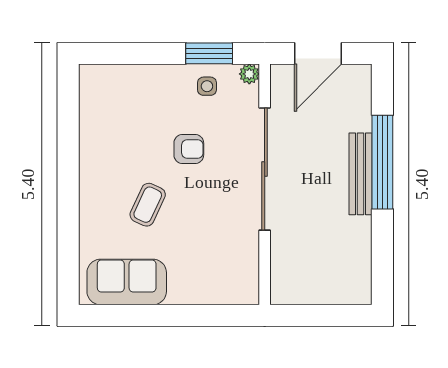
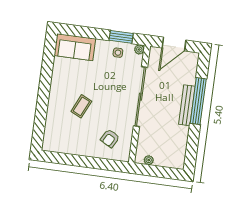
armchair: (189, 149) -> (110, 138), moved, turned 119
sofa: (127, 282) -> (75, 47), moved, turned 180
plant: (298, 295) -> (149, 160), added

